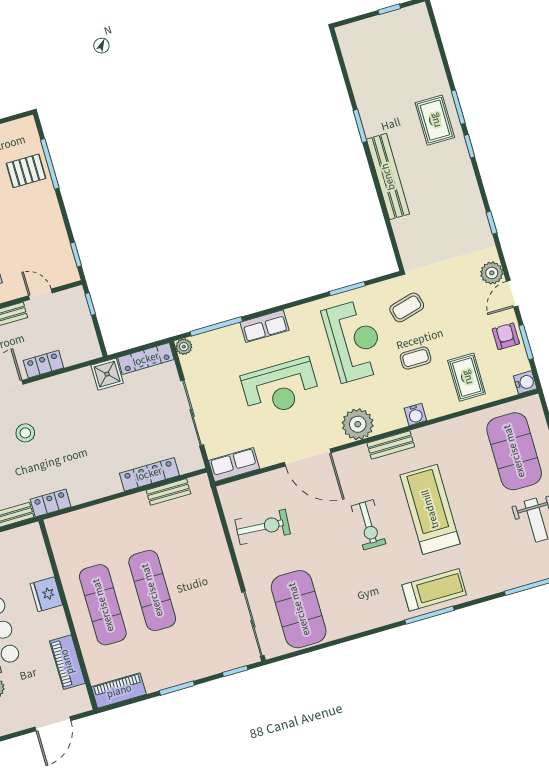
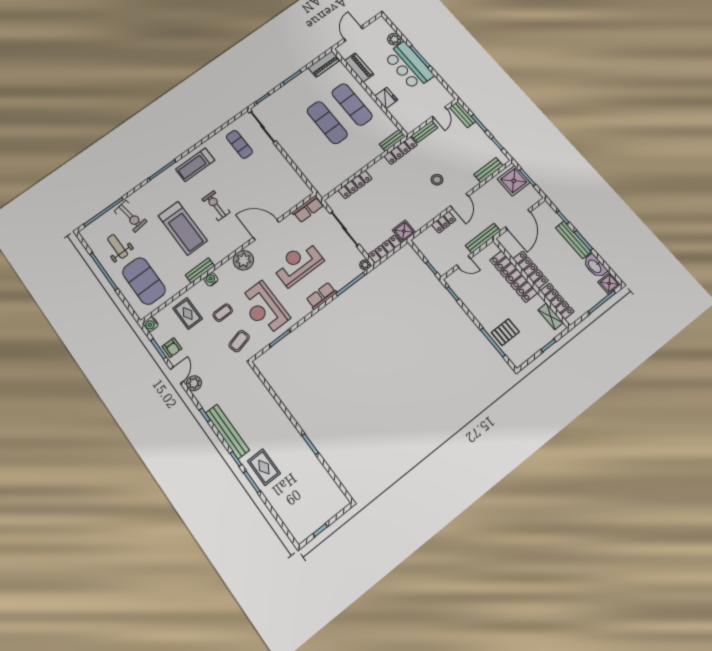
bench: (388, 177) -> (227, 432), moved
bench: (391, 445) -> (200, 270), moved
bench: (168, 492) -> (392, 140), moved
locker: (51, 503) -> (401, 151), width x1.53
exercise bike: (263, 527) -> (131, 216), moved, turned -102
treadmill: (434, 590) -> (195, 165), moved
exercise mat: (299, 609) -> (239, 144), width x0.50, depth x0.69

